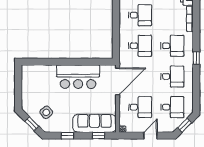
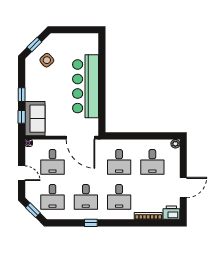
window: (196, 58) -> (91, 223), moved
bar counter: (78, 77) -> (86, 86), width x1.36
sofa: (94, 123) -> (35, 119), width x0.73
window: (67, 136) -> (22, 95), moved

